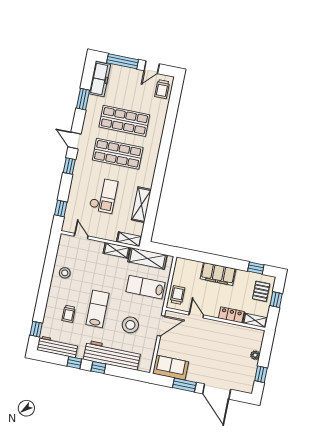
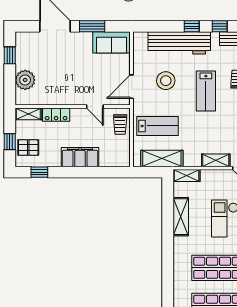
shelving: (116, 250) -> (216, 160), moved
pallet: (261, 291) -> (28, 148), turned 90
plant: (255, 355) -> (25, 80), width x1.88, depth x1.88

